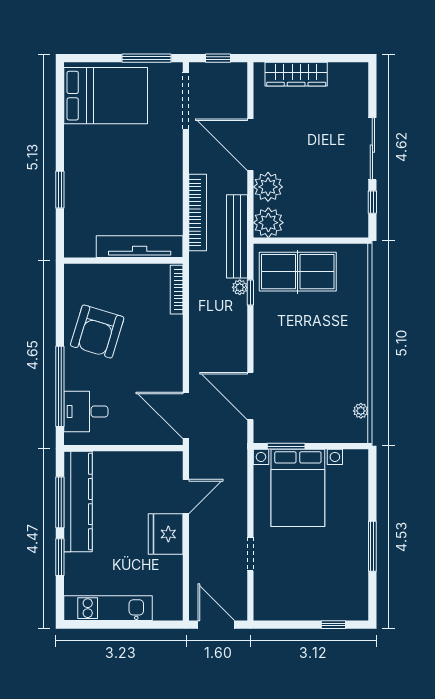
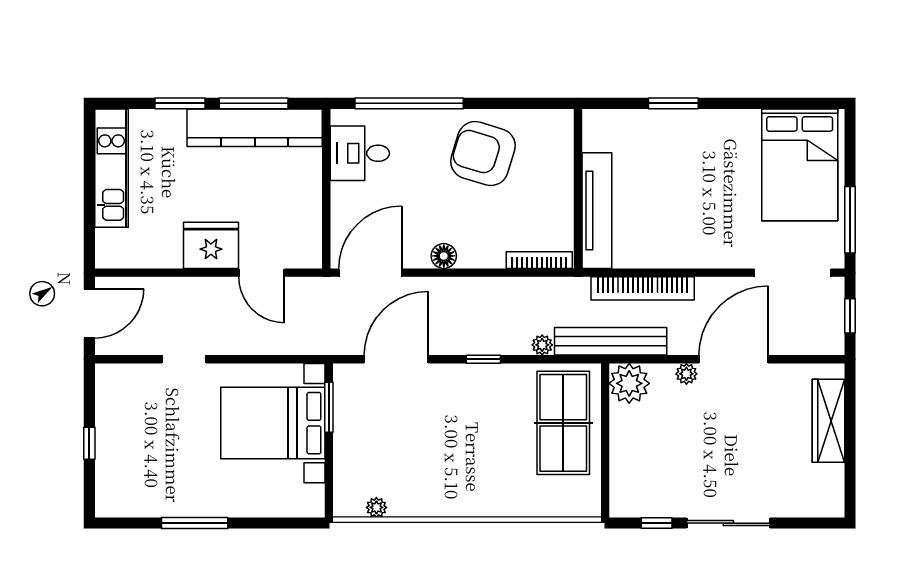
plant: (268, 187) -> (686, 374), width x0.53, depth x0.53
window: (250, 293) -> (483, 359), moved
floor lamp: (173, 361) -> (444, 256), added
desk: (86, 411) -> (360, 153), moved, turned -90
window: (333, 625) -> (89, 443), moved

